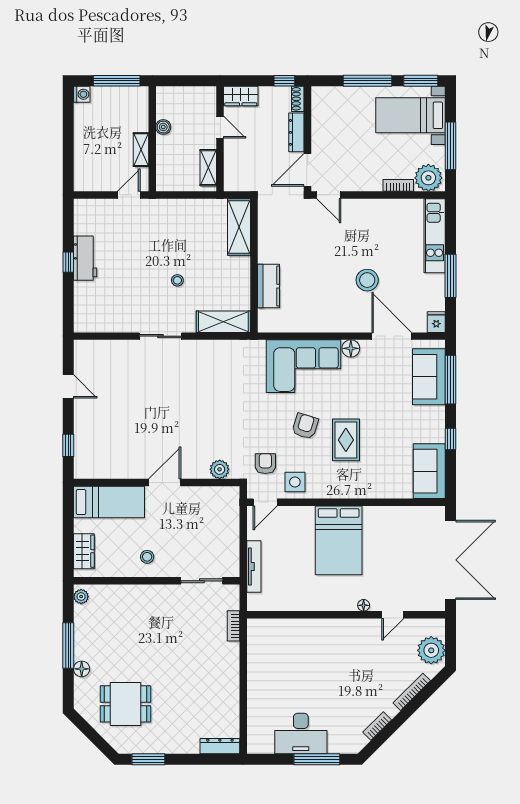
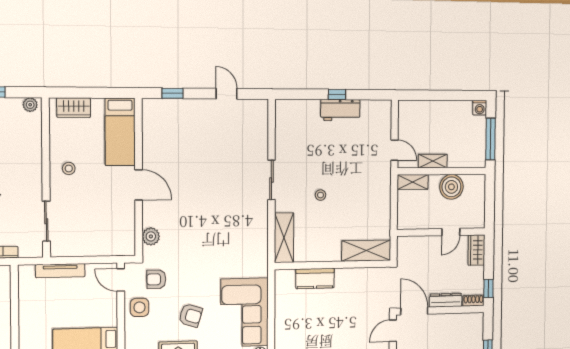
boiler: (163, 127) -> (451, 187), width x1.86, depth x1.86
shelving: (208, 168) -> (413, 182), moved
door: (68, 386) -> (227, 94), swing flipped
armchair: (265, 464) -> (156, 279), turned 180

